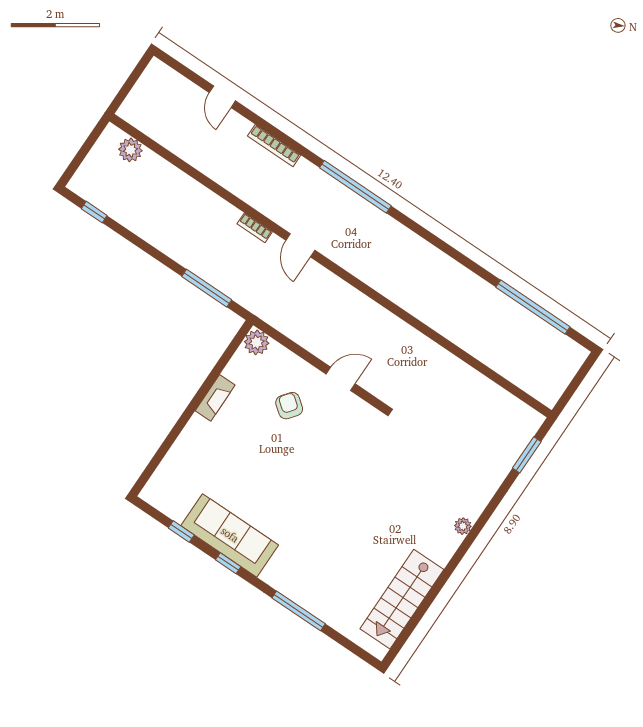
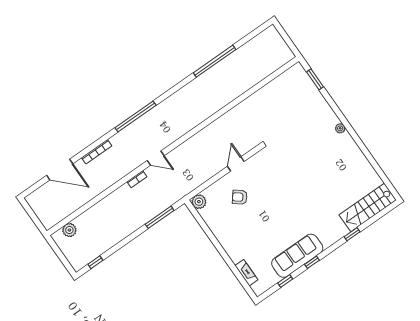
door: (222, 97) -> (60, 170), width x1.87
window: (533, 307) -> (215, 61), moved
fireplace: (215, 398) -> (246, 273), moved
stairs: (402, 599) -> (368, 207), moved, turned 90
window: (299, 611) -> (352, 234), width x0.46

